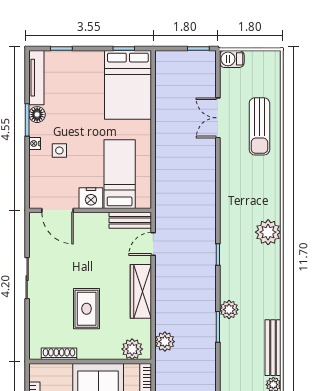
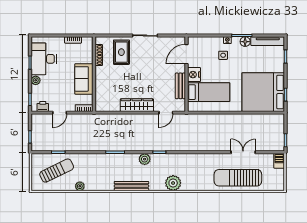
bed: (128, 85) -> (263, 92), width x1.36
sun lounger: (259, 126) -> (238, 178), width x1.36, depth x1.34
bench: (130, 220) -> (180, 86), moved
door: (153, 244) -> (166, 113), swing flipped
rug: (87, 309) -> (121, 52), moved, turned 90
plant: (229, 310) -> (145, 159), moved
plant: (165, 342) -> (106, 120), removed
bench: (273, 348) -> (131, 186), moved
plant: (132, 349) -> (101, 100), removed

